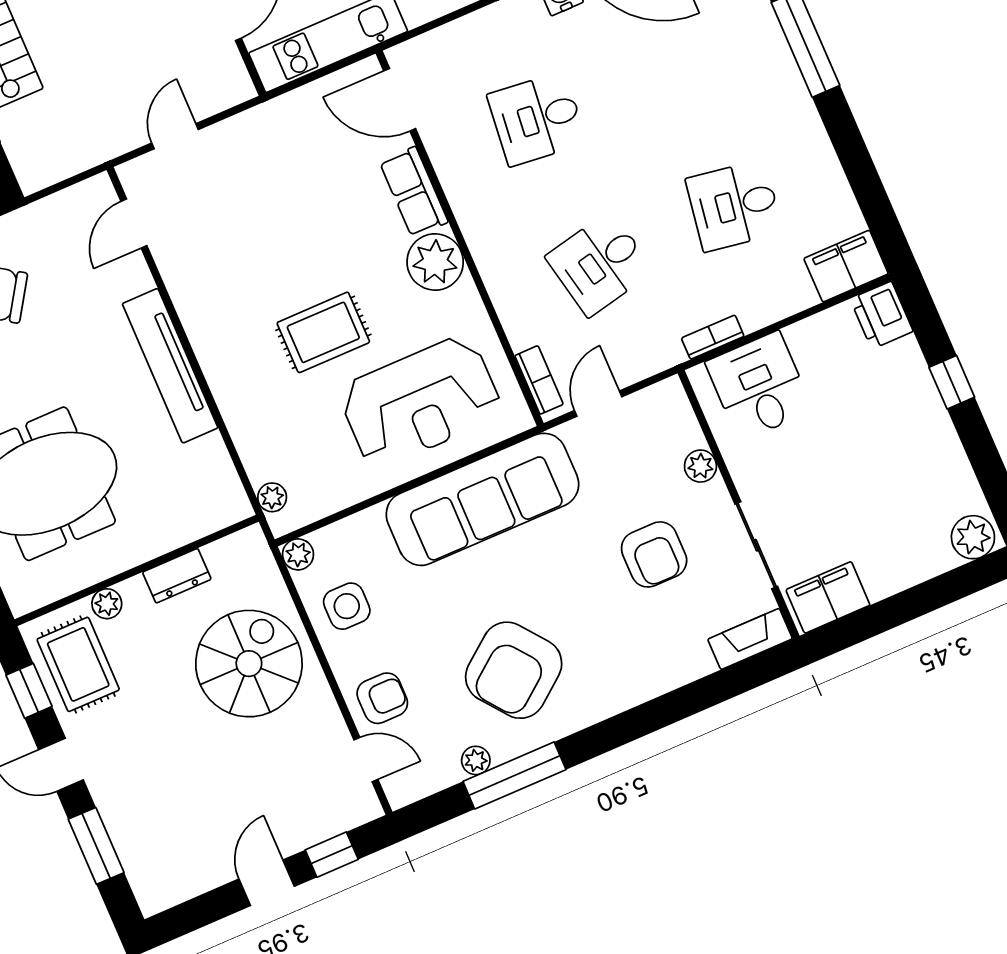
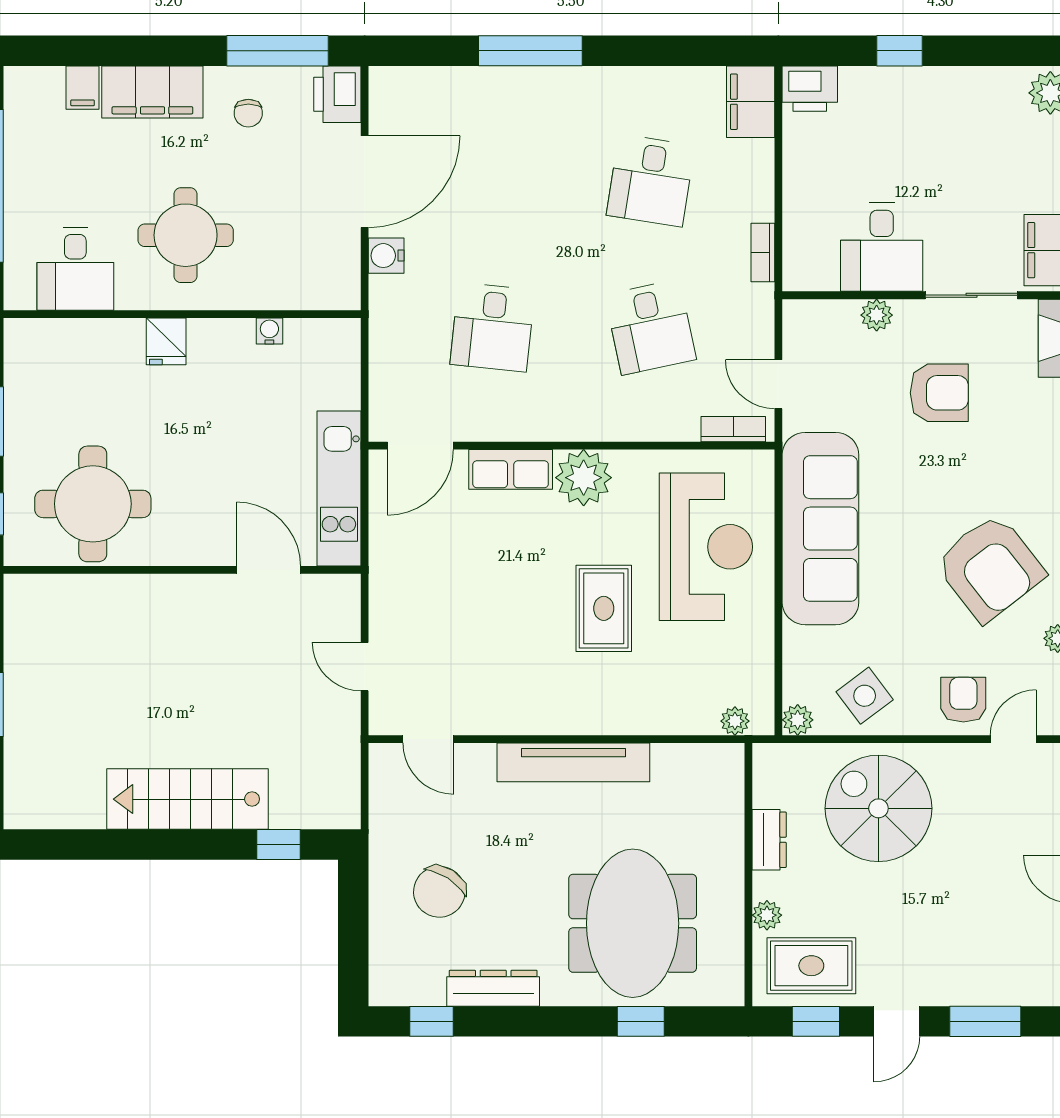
desk: (759, 386) -> (882, 247), moved, turned -90
side table: (347, 606) -> (865, 696), turned -37

